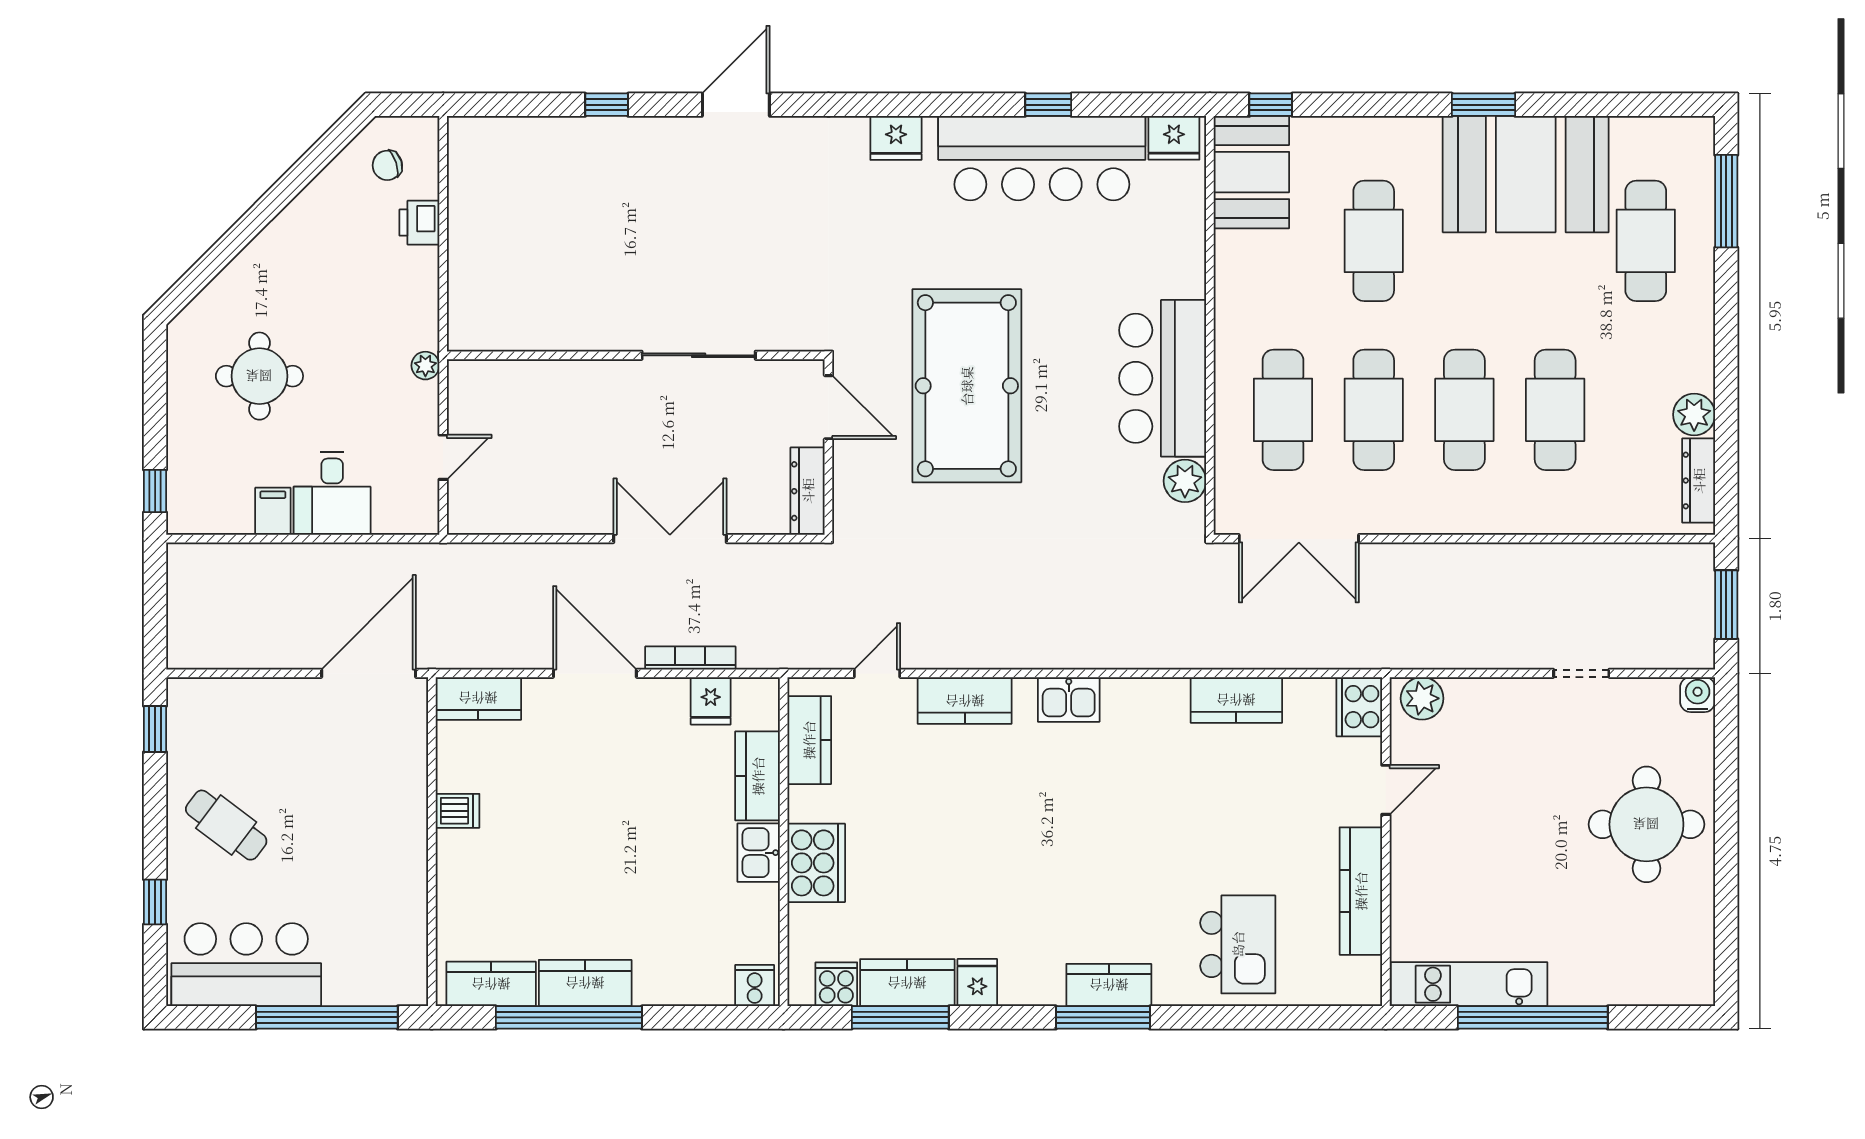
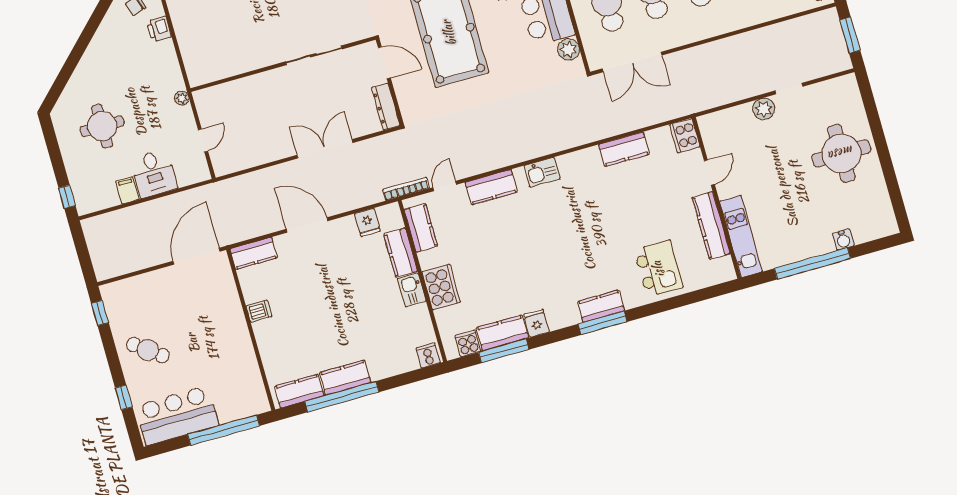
bookcase: (690, 658) -> (406, 189), moved
water cooler: (1698, 695) -> (843, 240), moved, turned 180
plant: (1422, 698) -> (764, 109), moved
kitchen unit: (1469, 984) -> (741, 236), moved, turned 90

